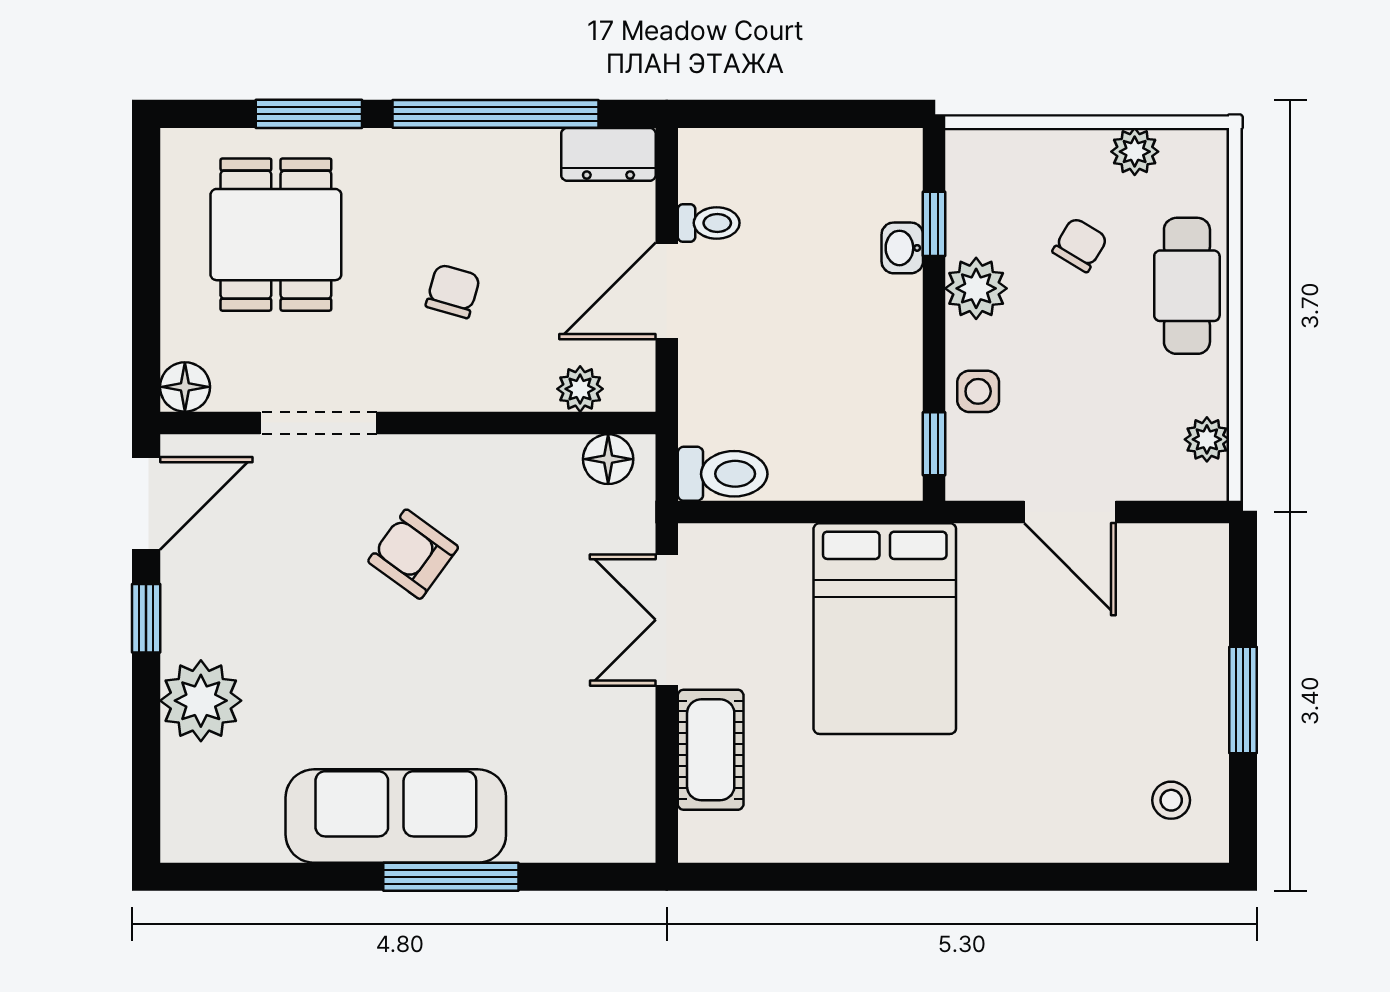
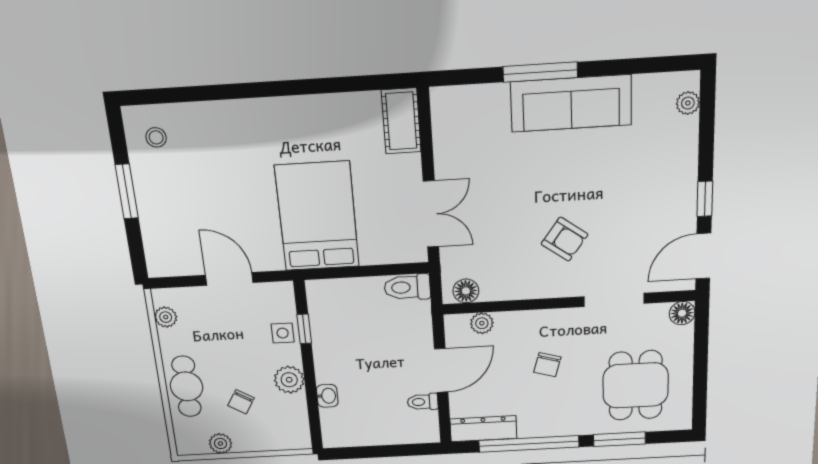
dresser: (608, 154) -> (483, 429), width x1.44
window: (934, 224) -> (313, 407), removed
window: (934, 444) -> (304, 329), moved
plant: (201, 701) -> (688, 103), moved, width x0.53, depth x0.53
cot: (711, 750) -> (401, 121), moved

